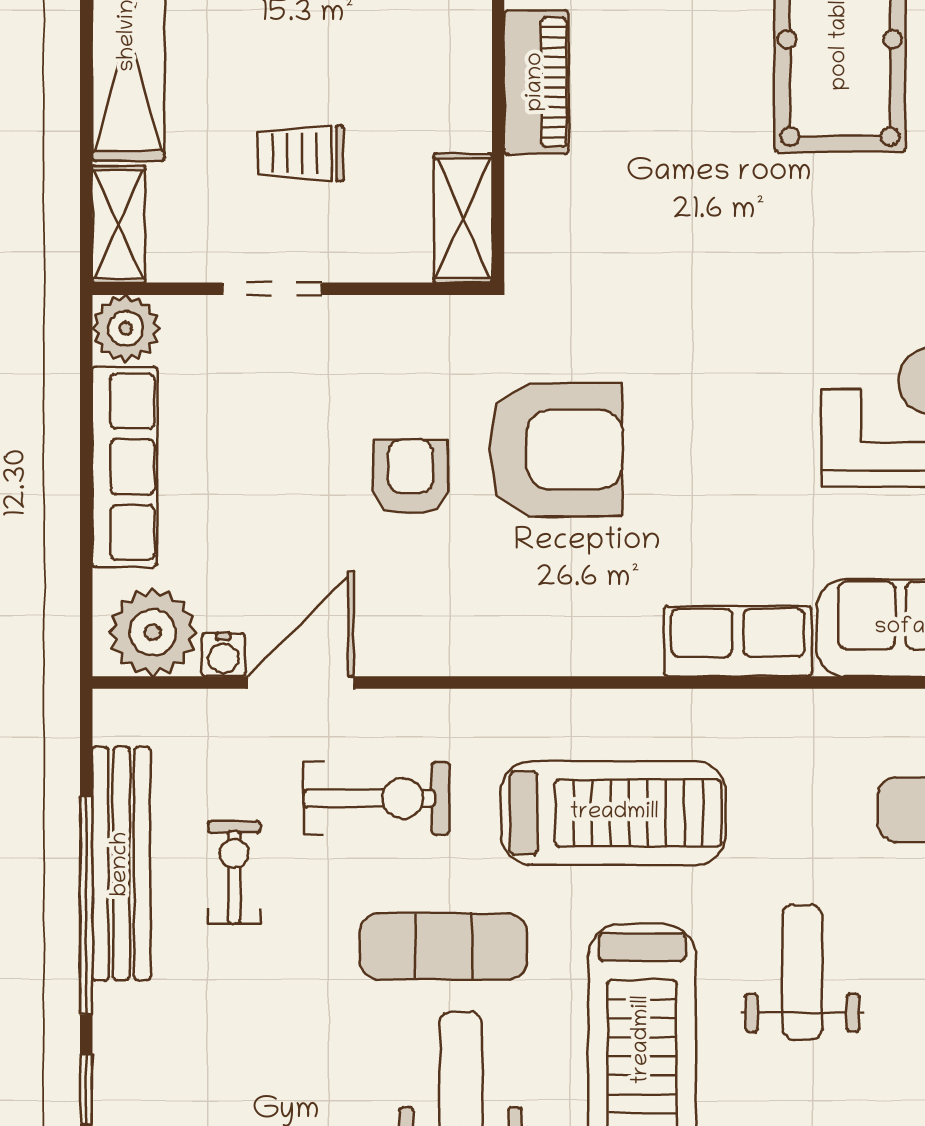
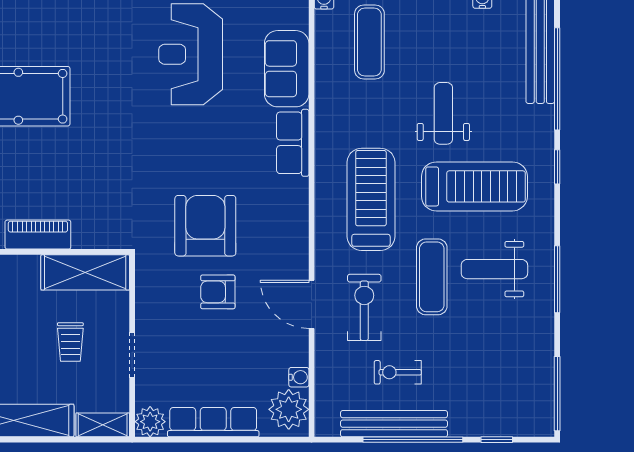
shelving: (463, 218) -> (85, 272), width x1.50, depth x1.33
door: (301, 683) -> (312, 304), moved
weight bench: (802, 972) -> (443, 113), turned 90

